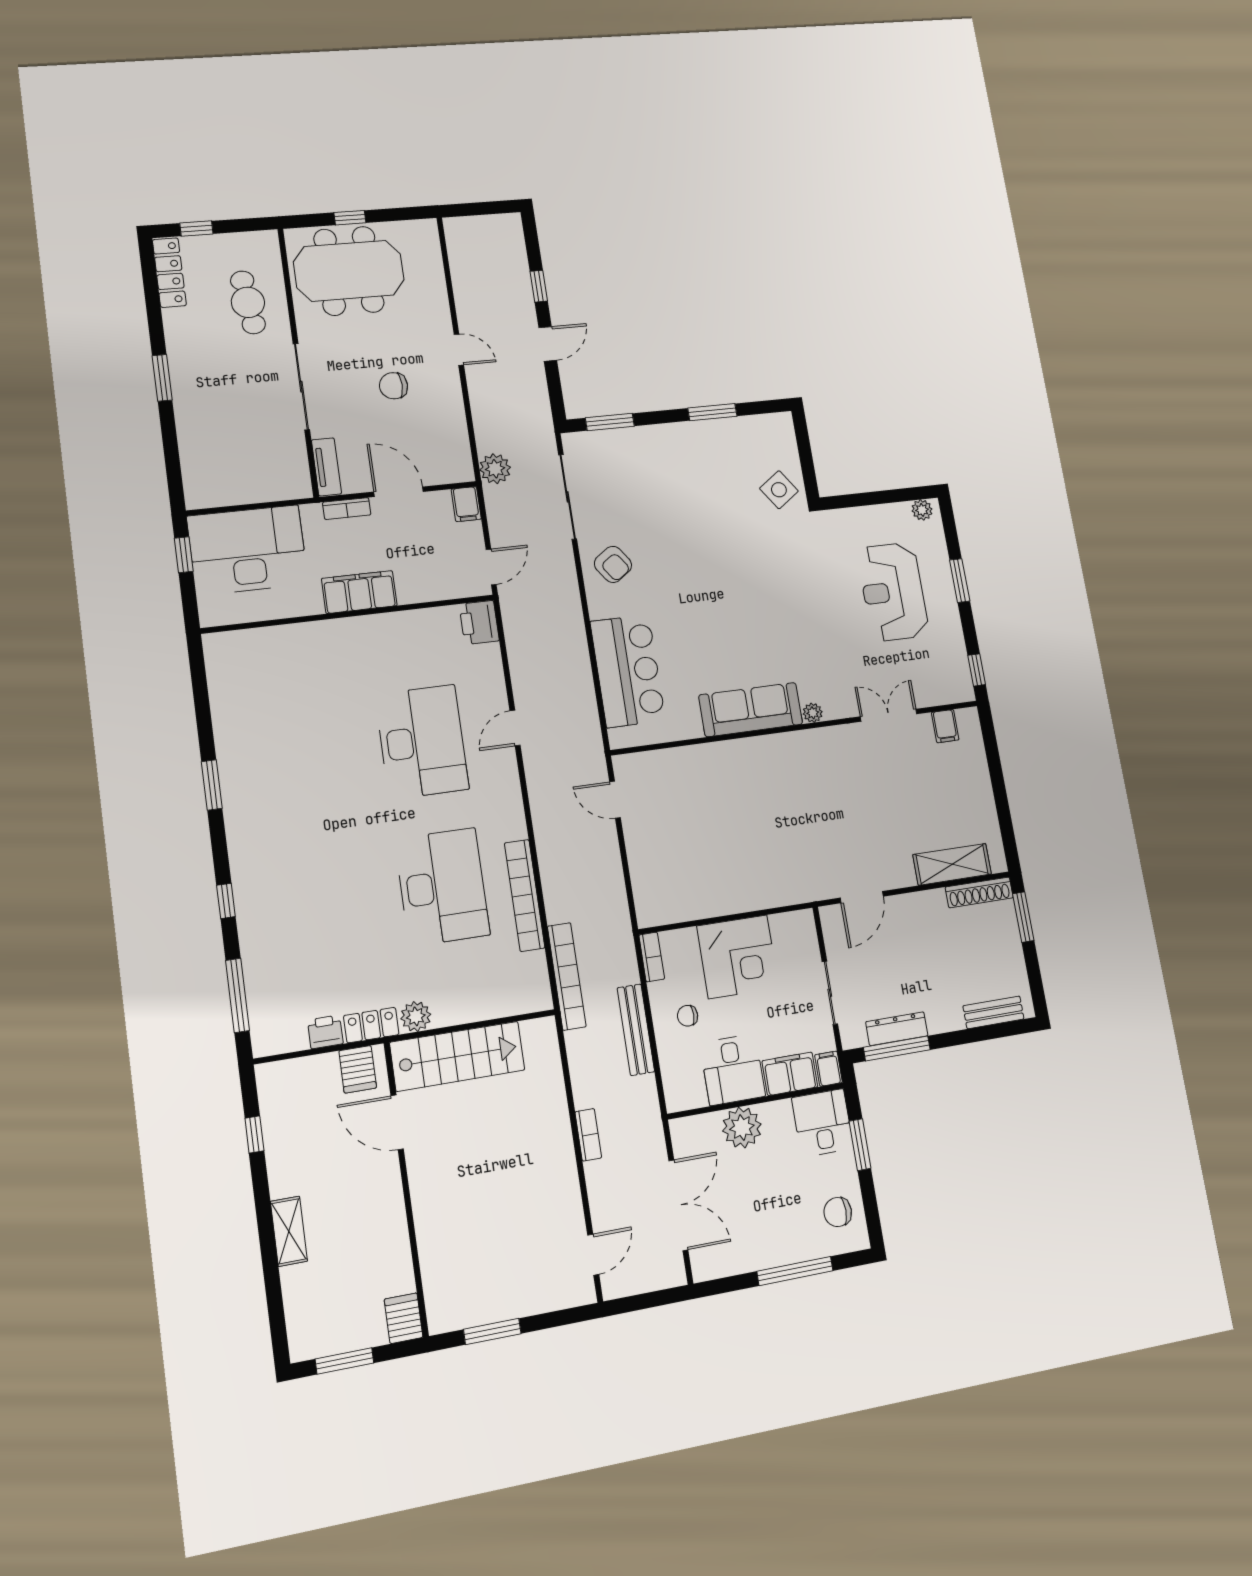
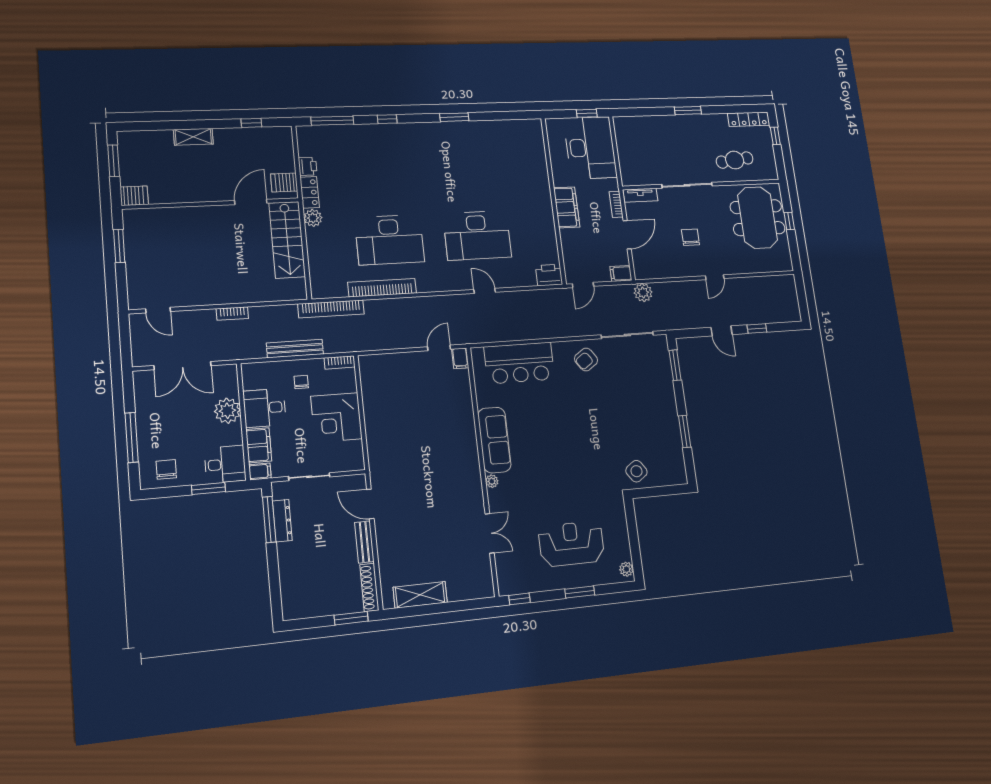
door: (491, 567) -> (583, 285), hinge flipped
filing cabinet: (945, 726) -> (460, 358), moved, turned -90
shelving: (952, 864) -> (420, 595), moved, turned 90
bench: (994, 1012) -> (364, 542), moved

